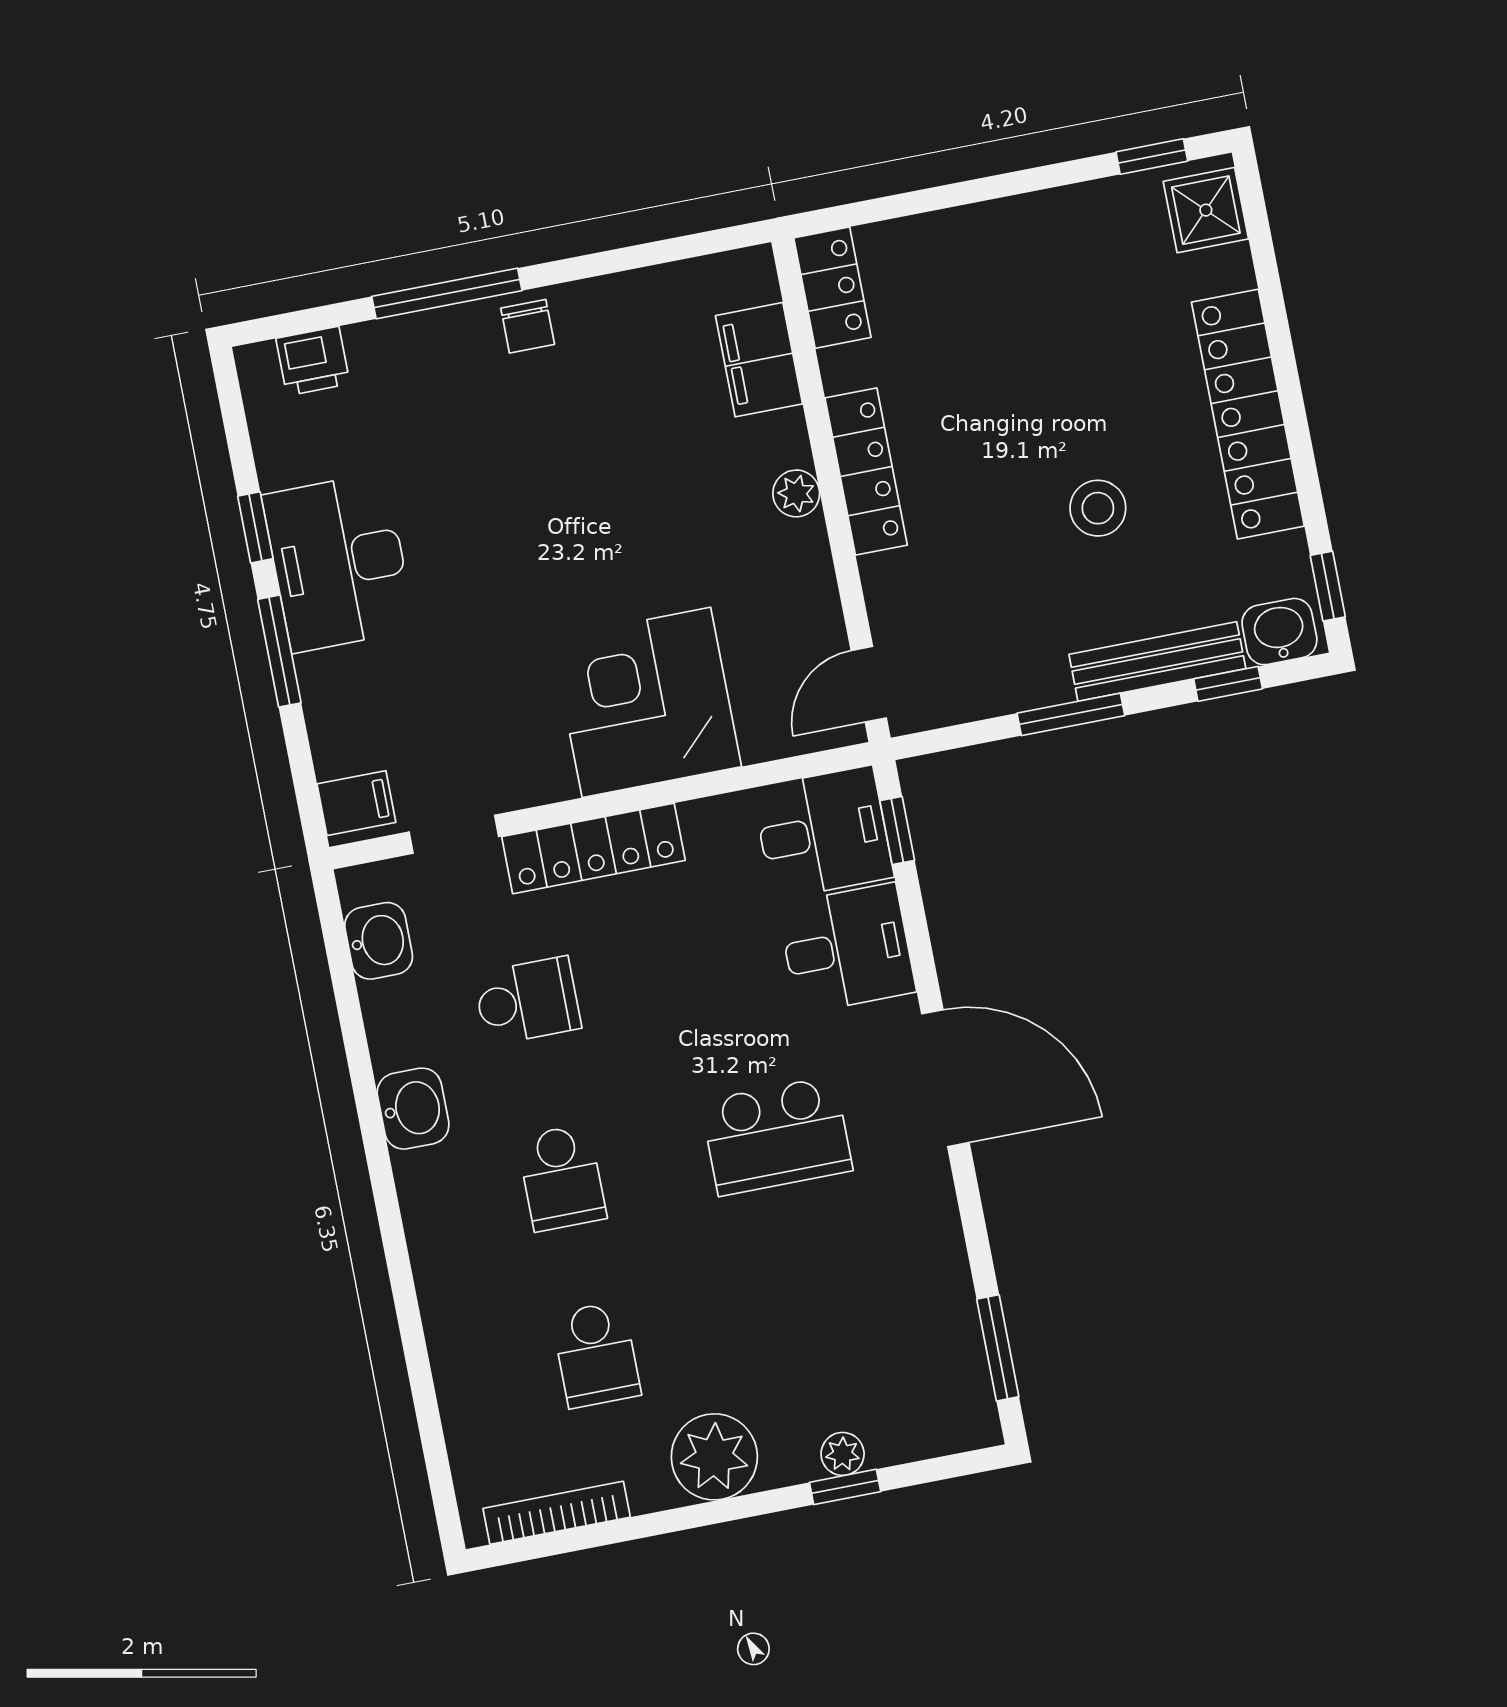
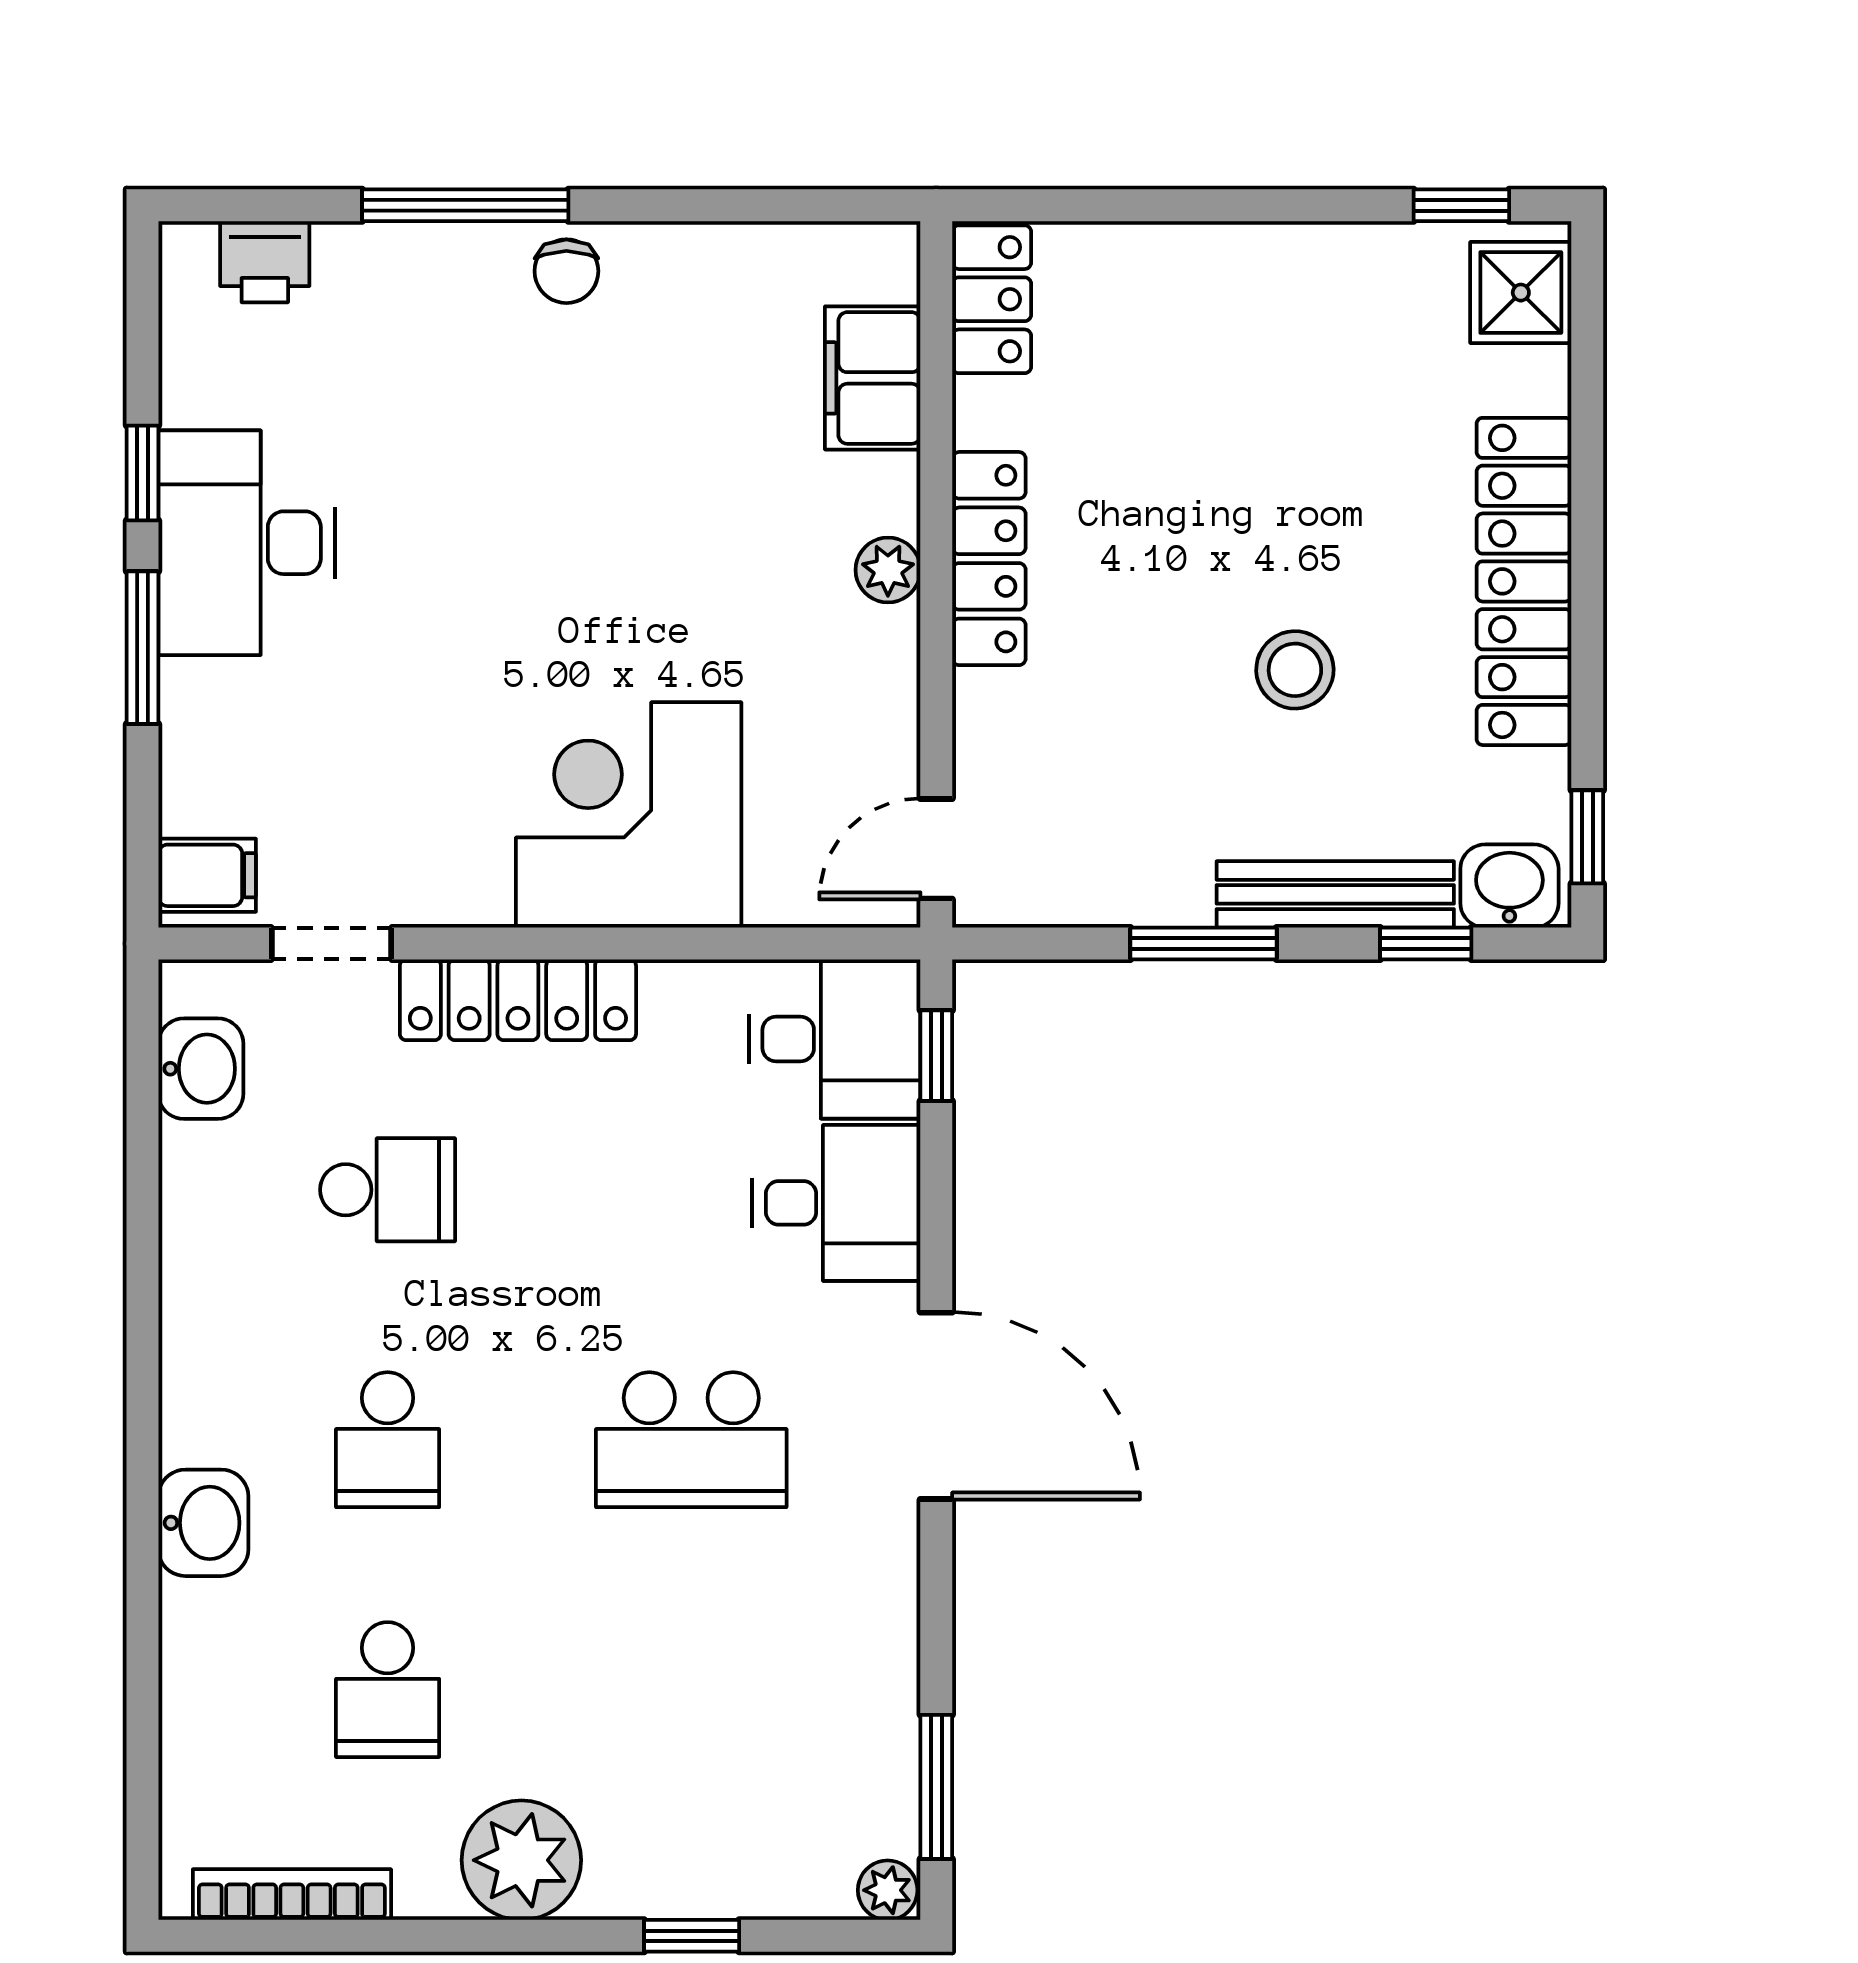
washbasin: (413, 1109) -> (203, 1523), moved
plant: (843, 1454) -> (888, 1890), moved

